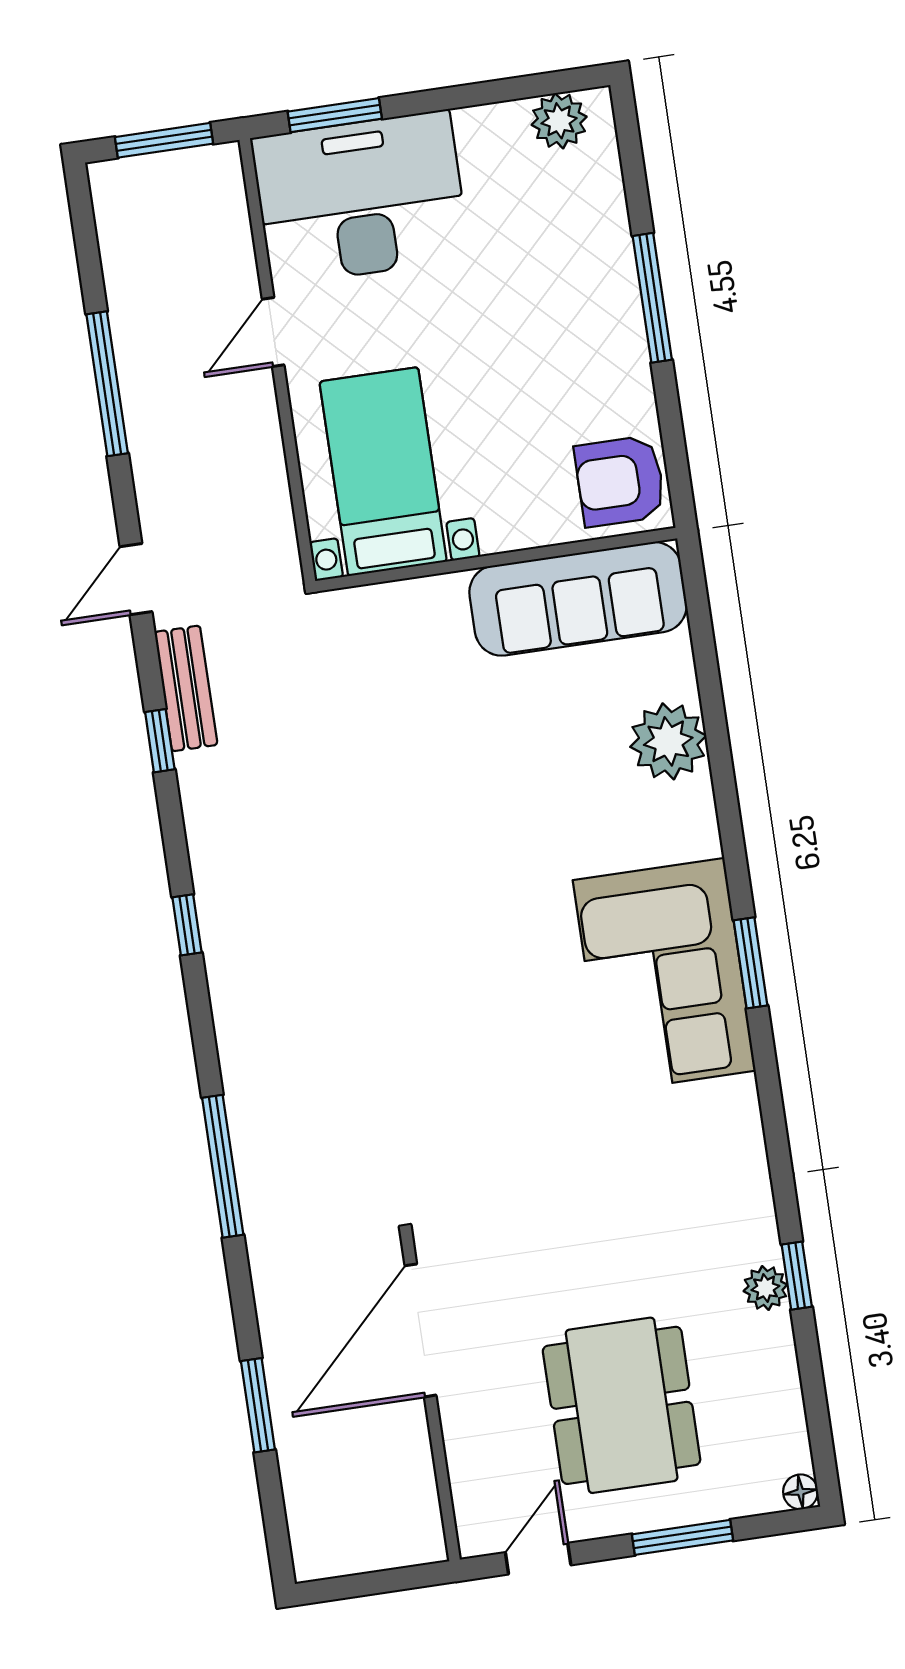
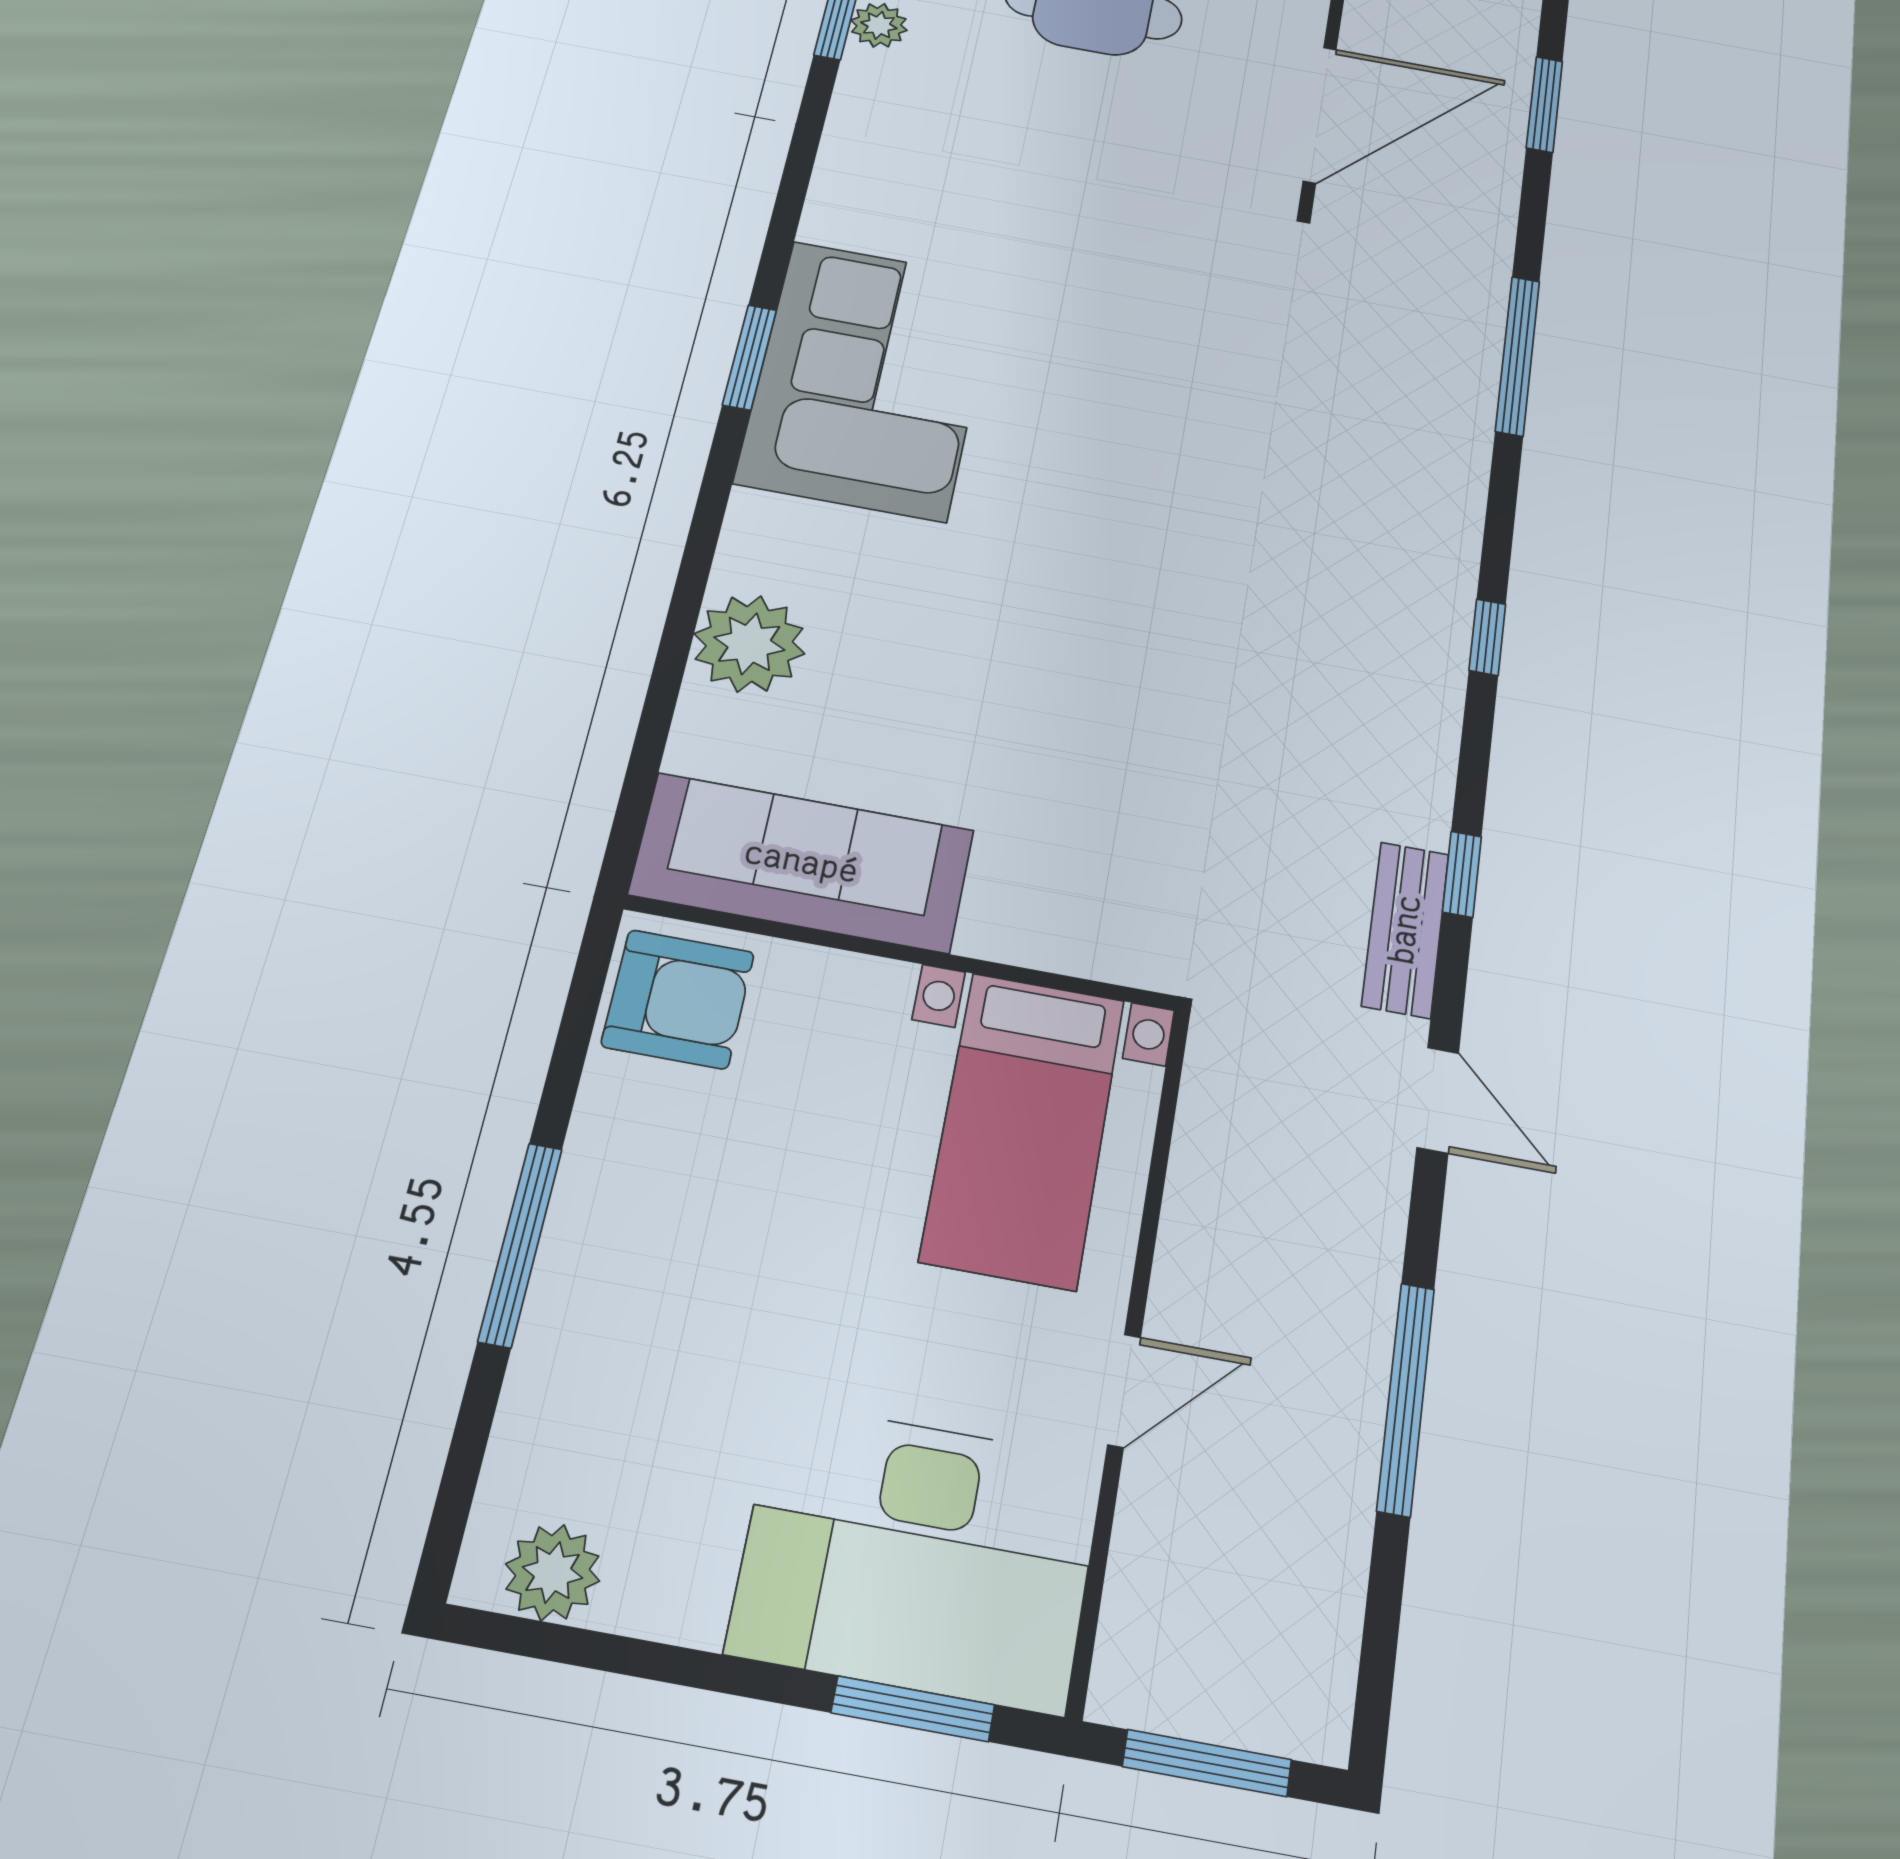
door: (136, 579) -> (1438, 1100), hinge flipped

